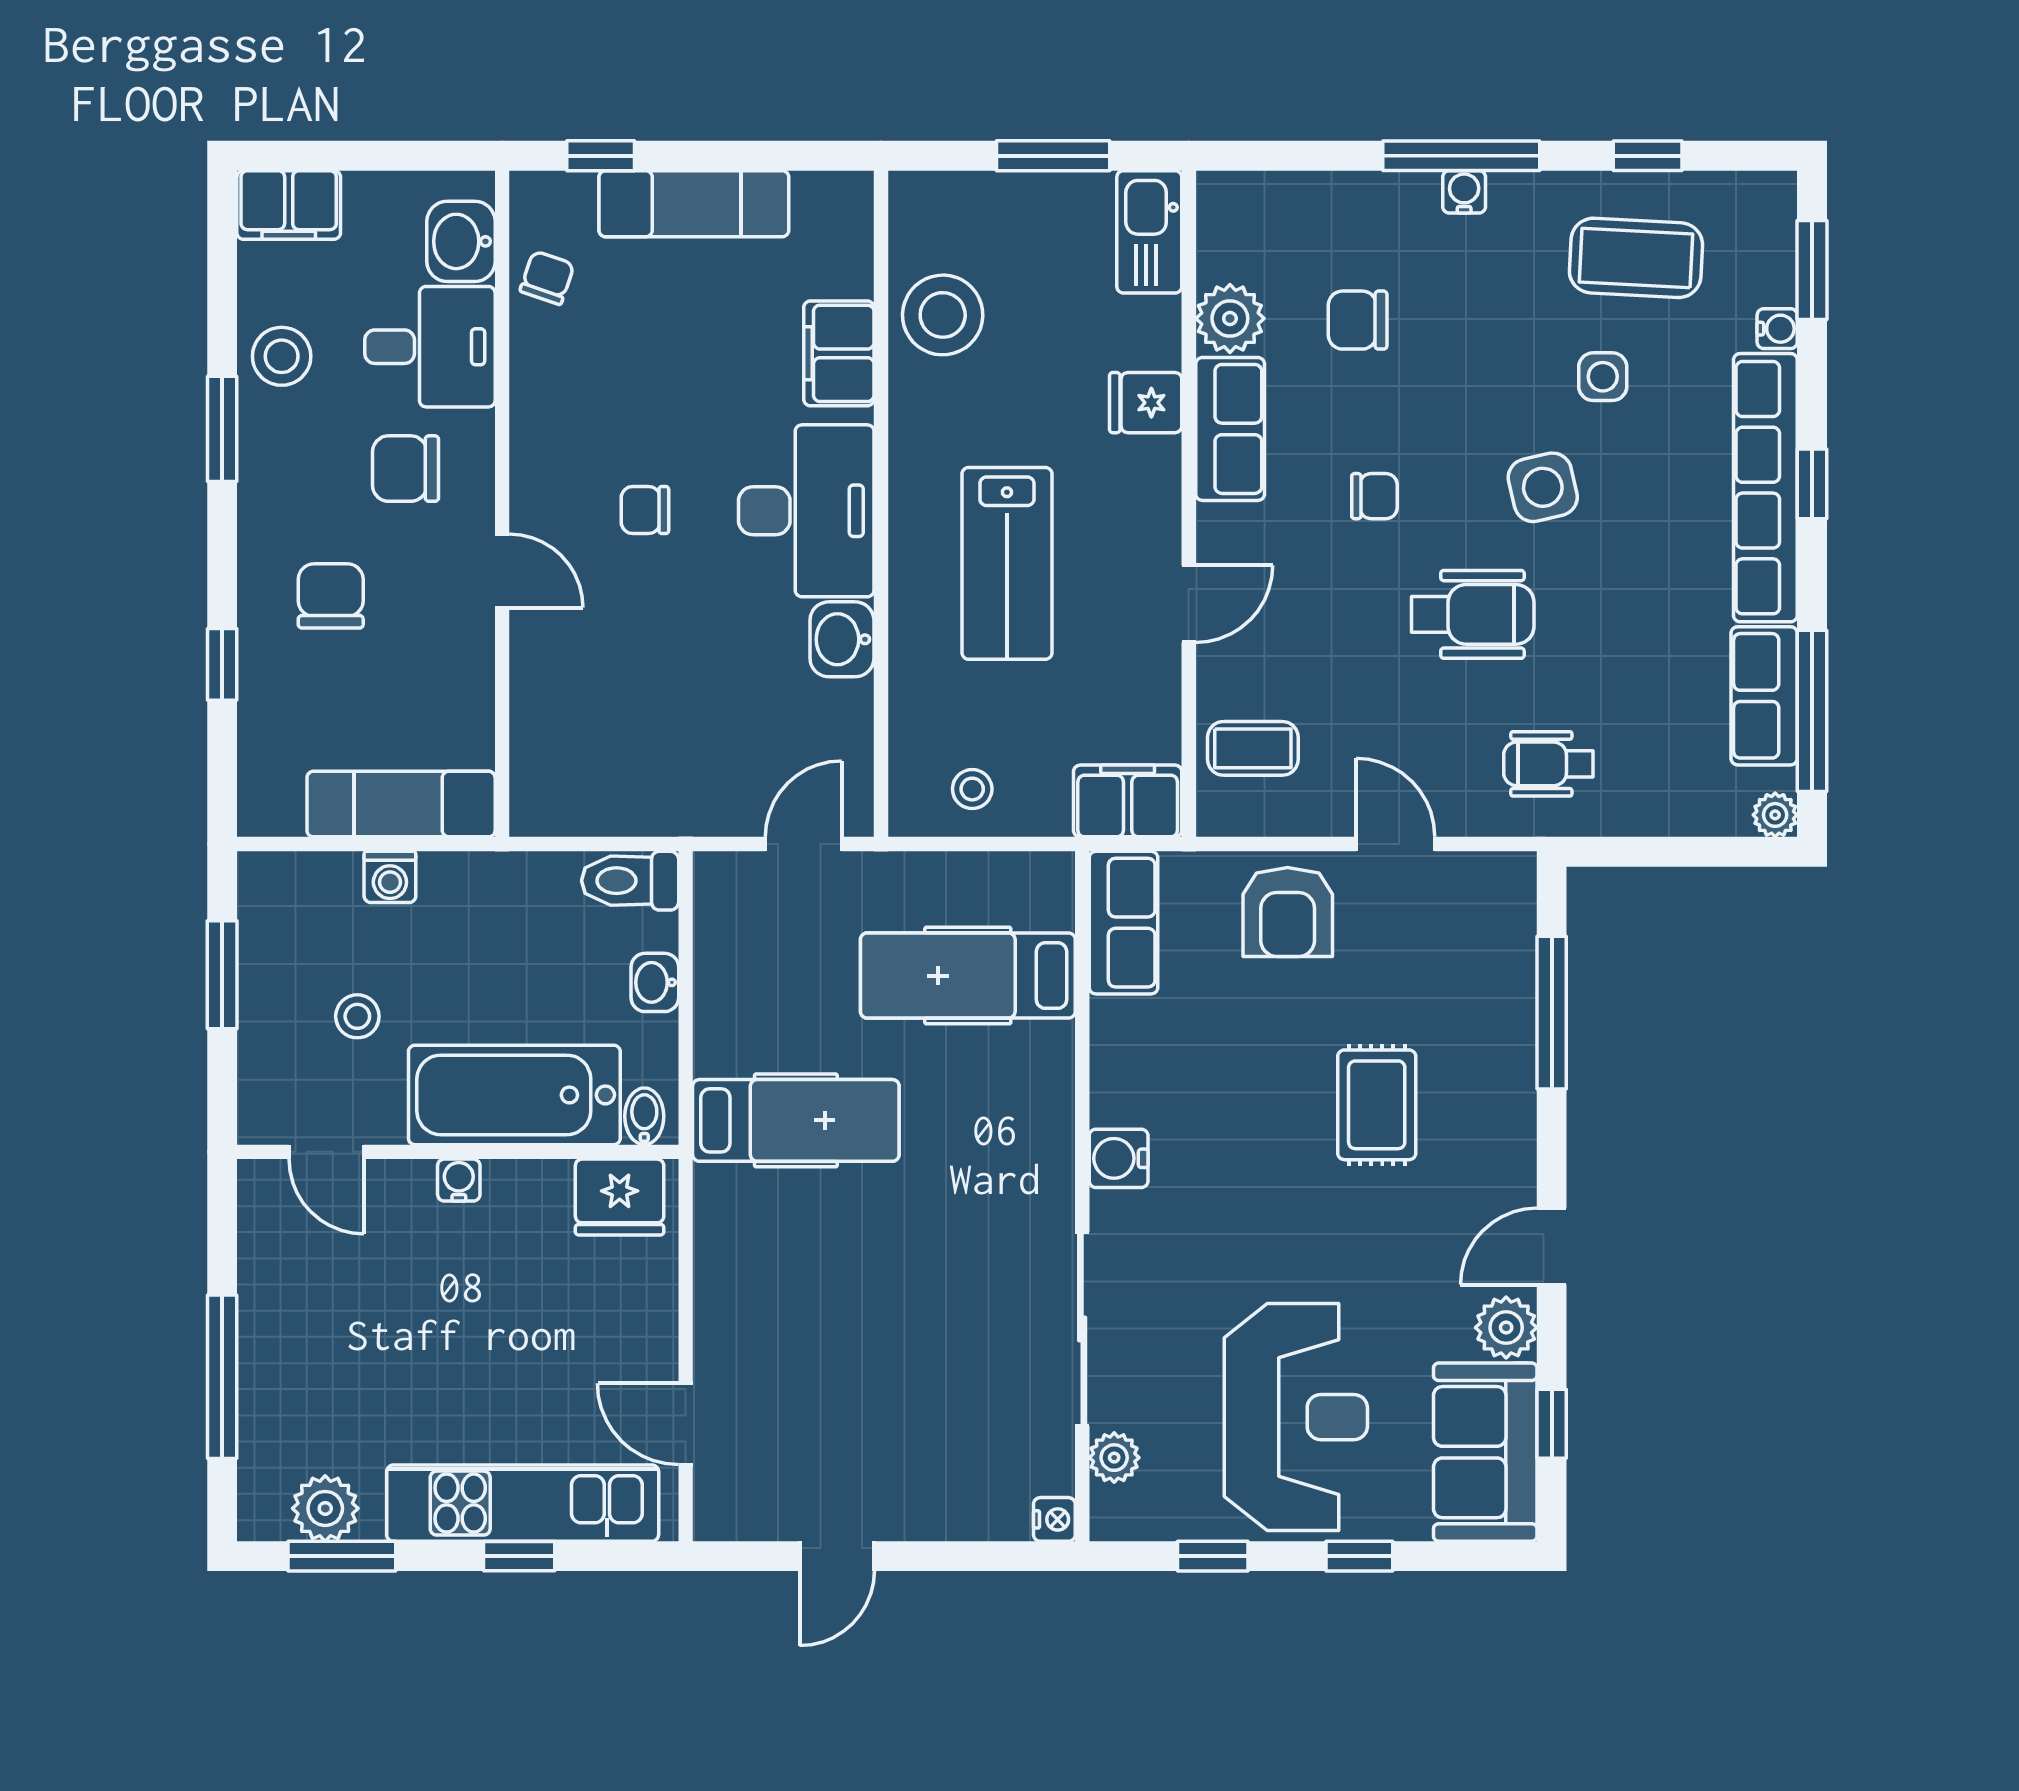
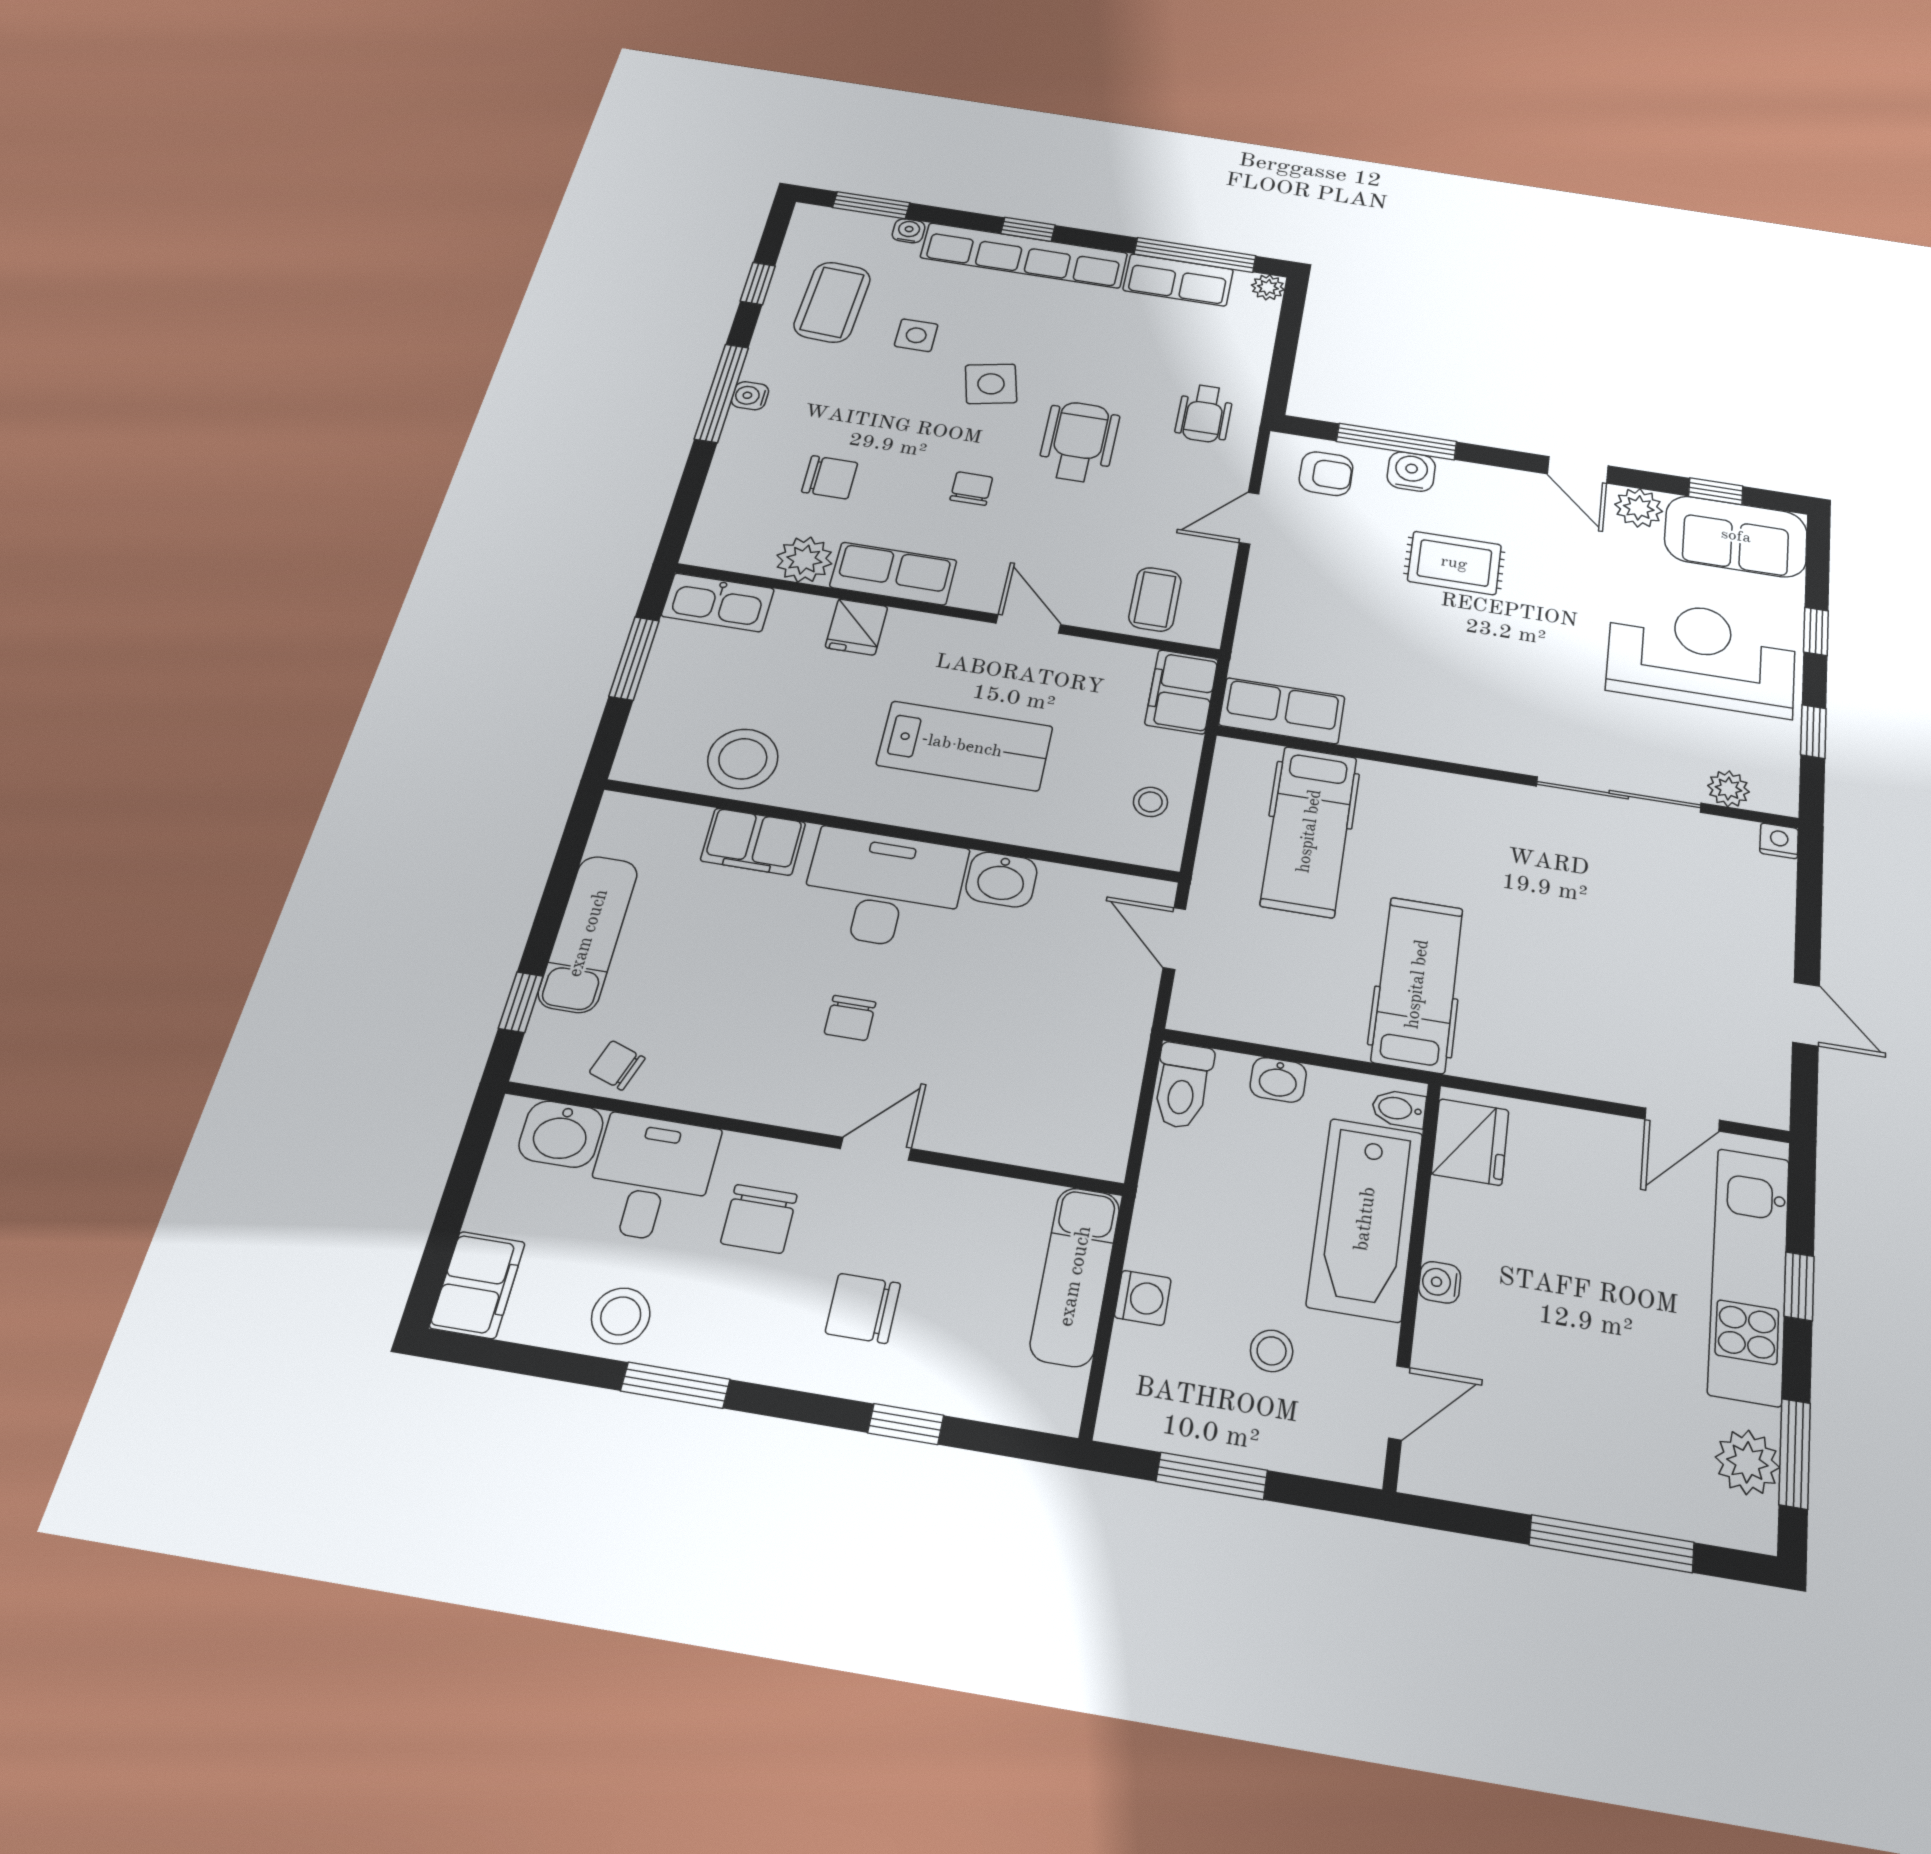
chair: (1358, 320) -> (830, 477), turned -90
armchair: (1288, 912) -> (1326, 474), moved, width x0.72, depth x0.72
water cooler: (1119, 1158) -> (1411, 471), moved, turned 180

